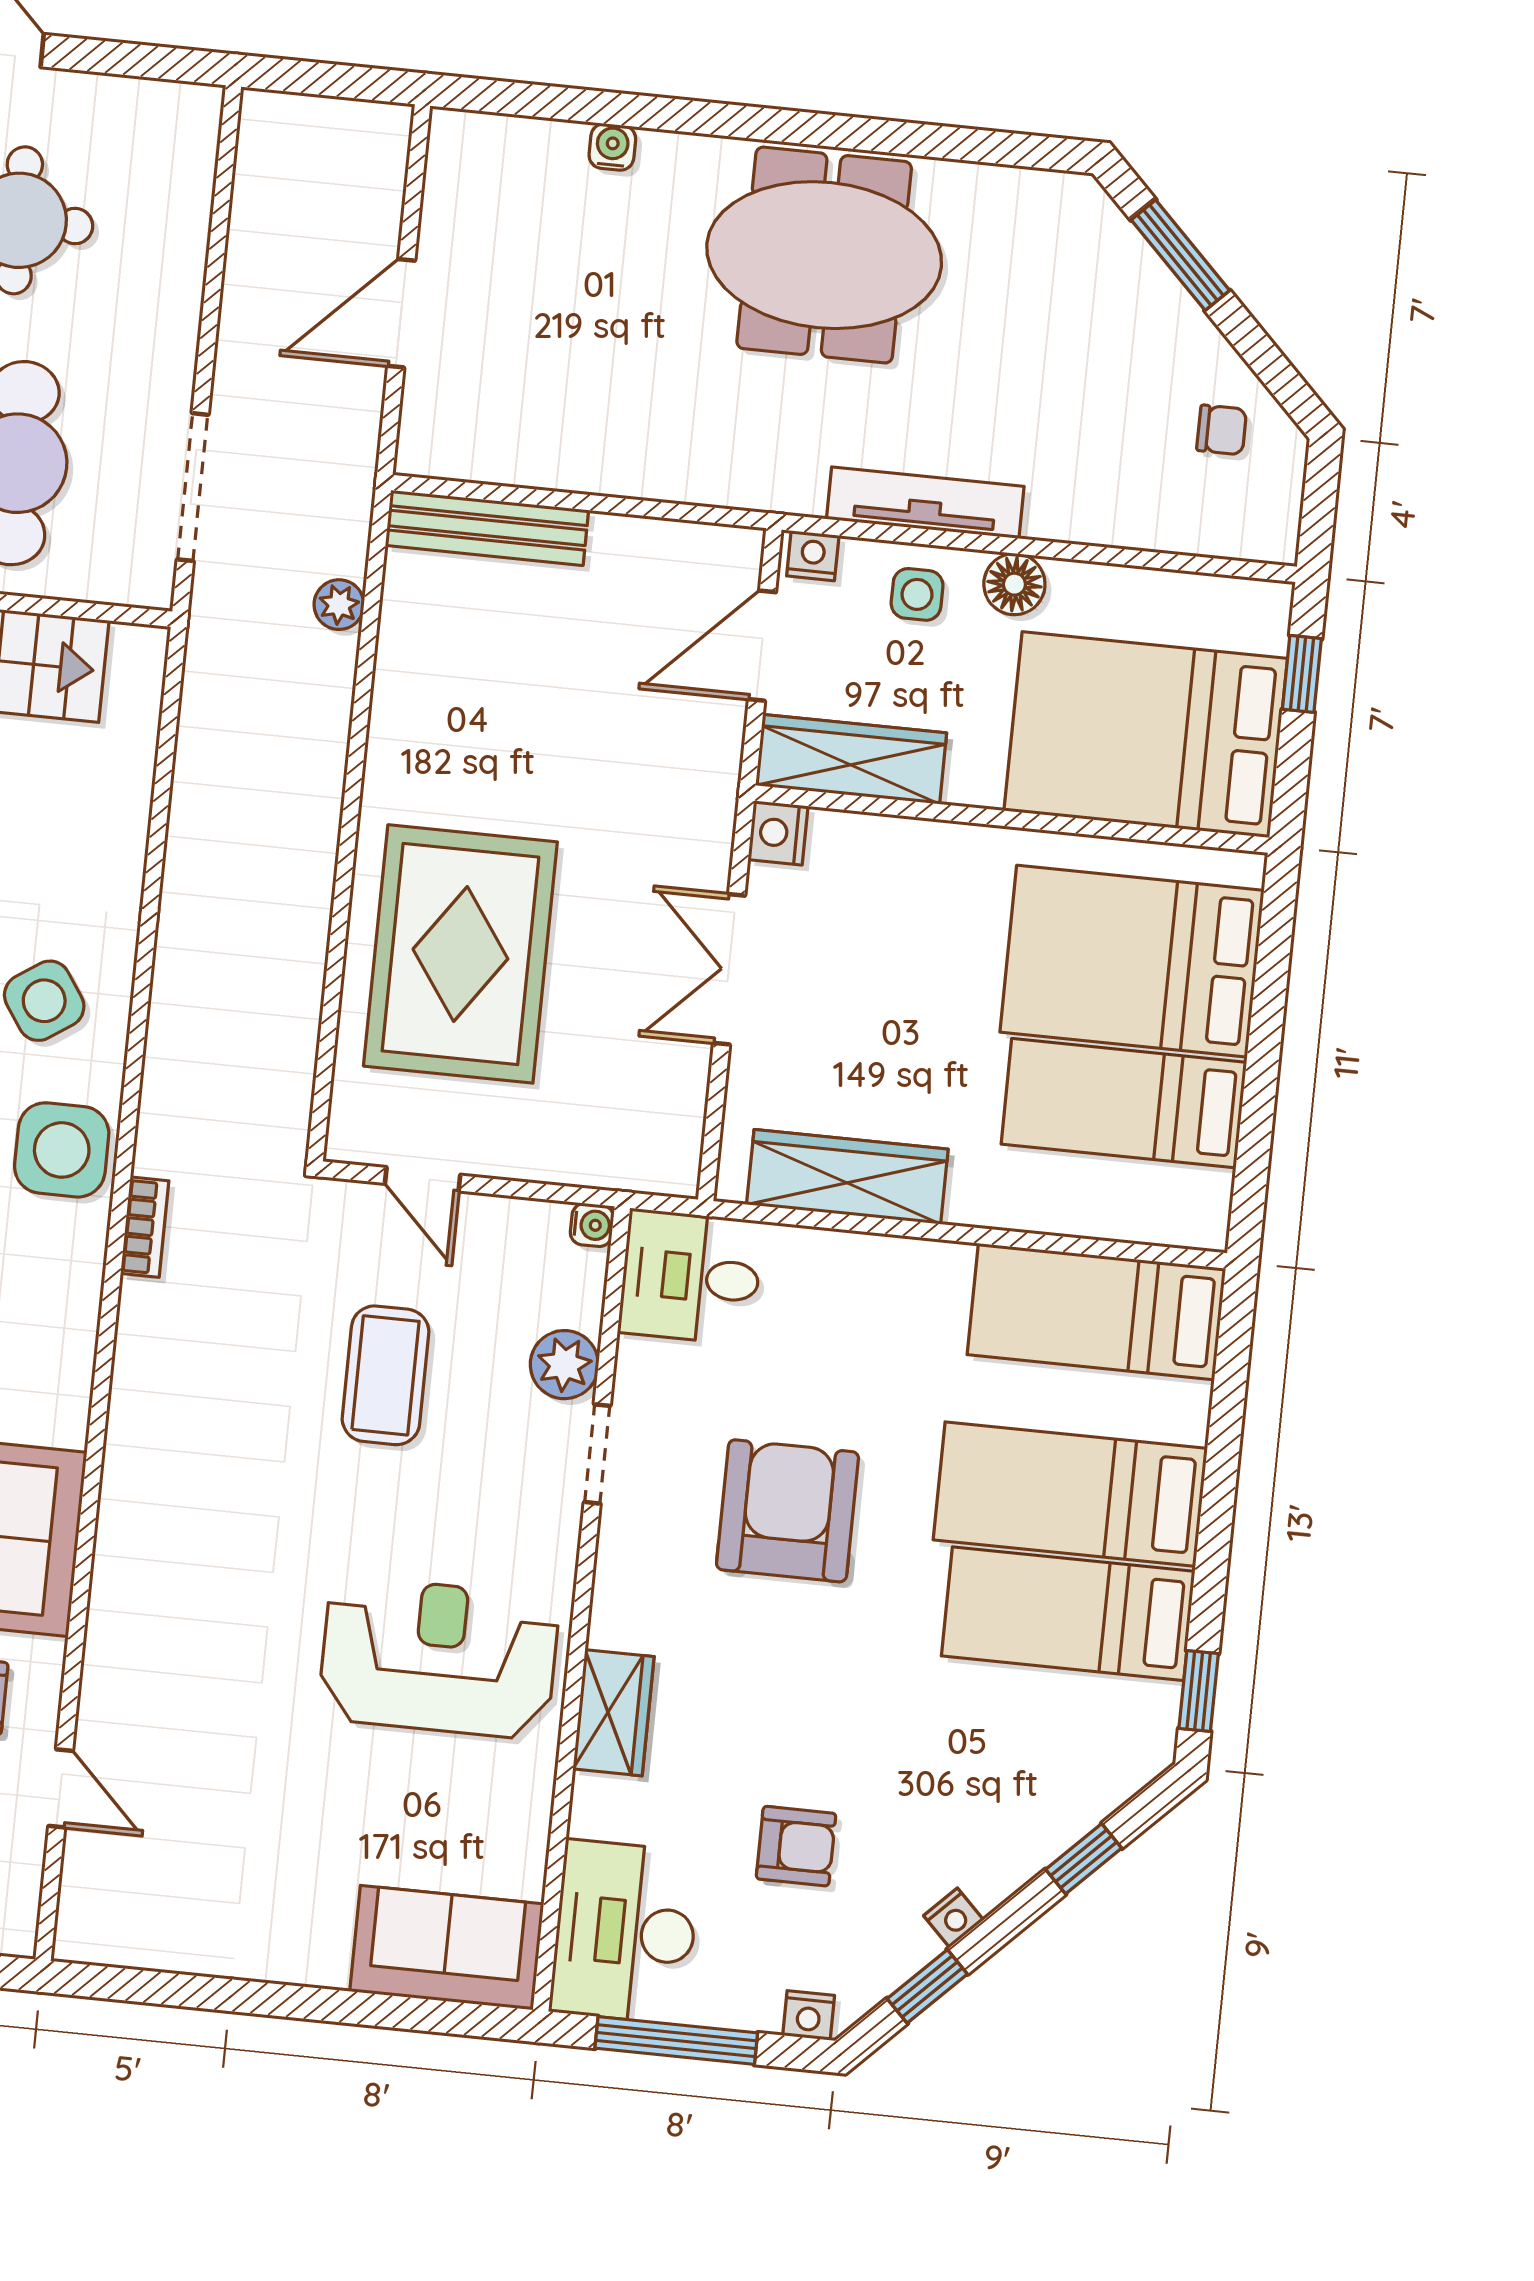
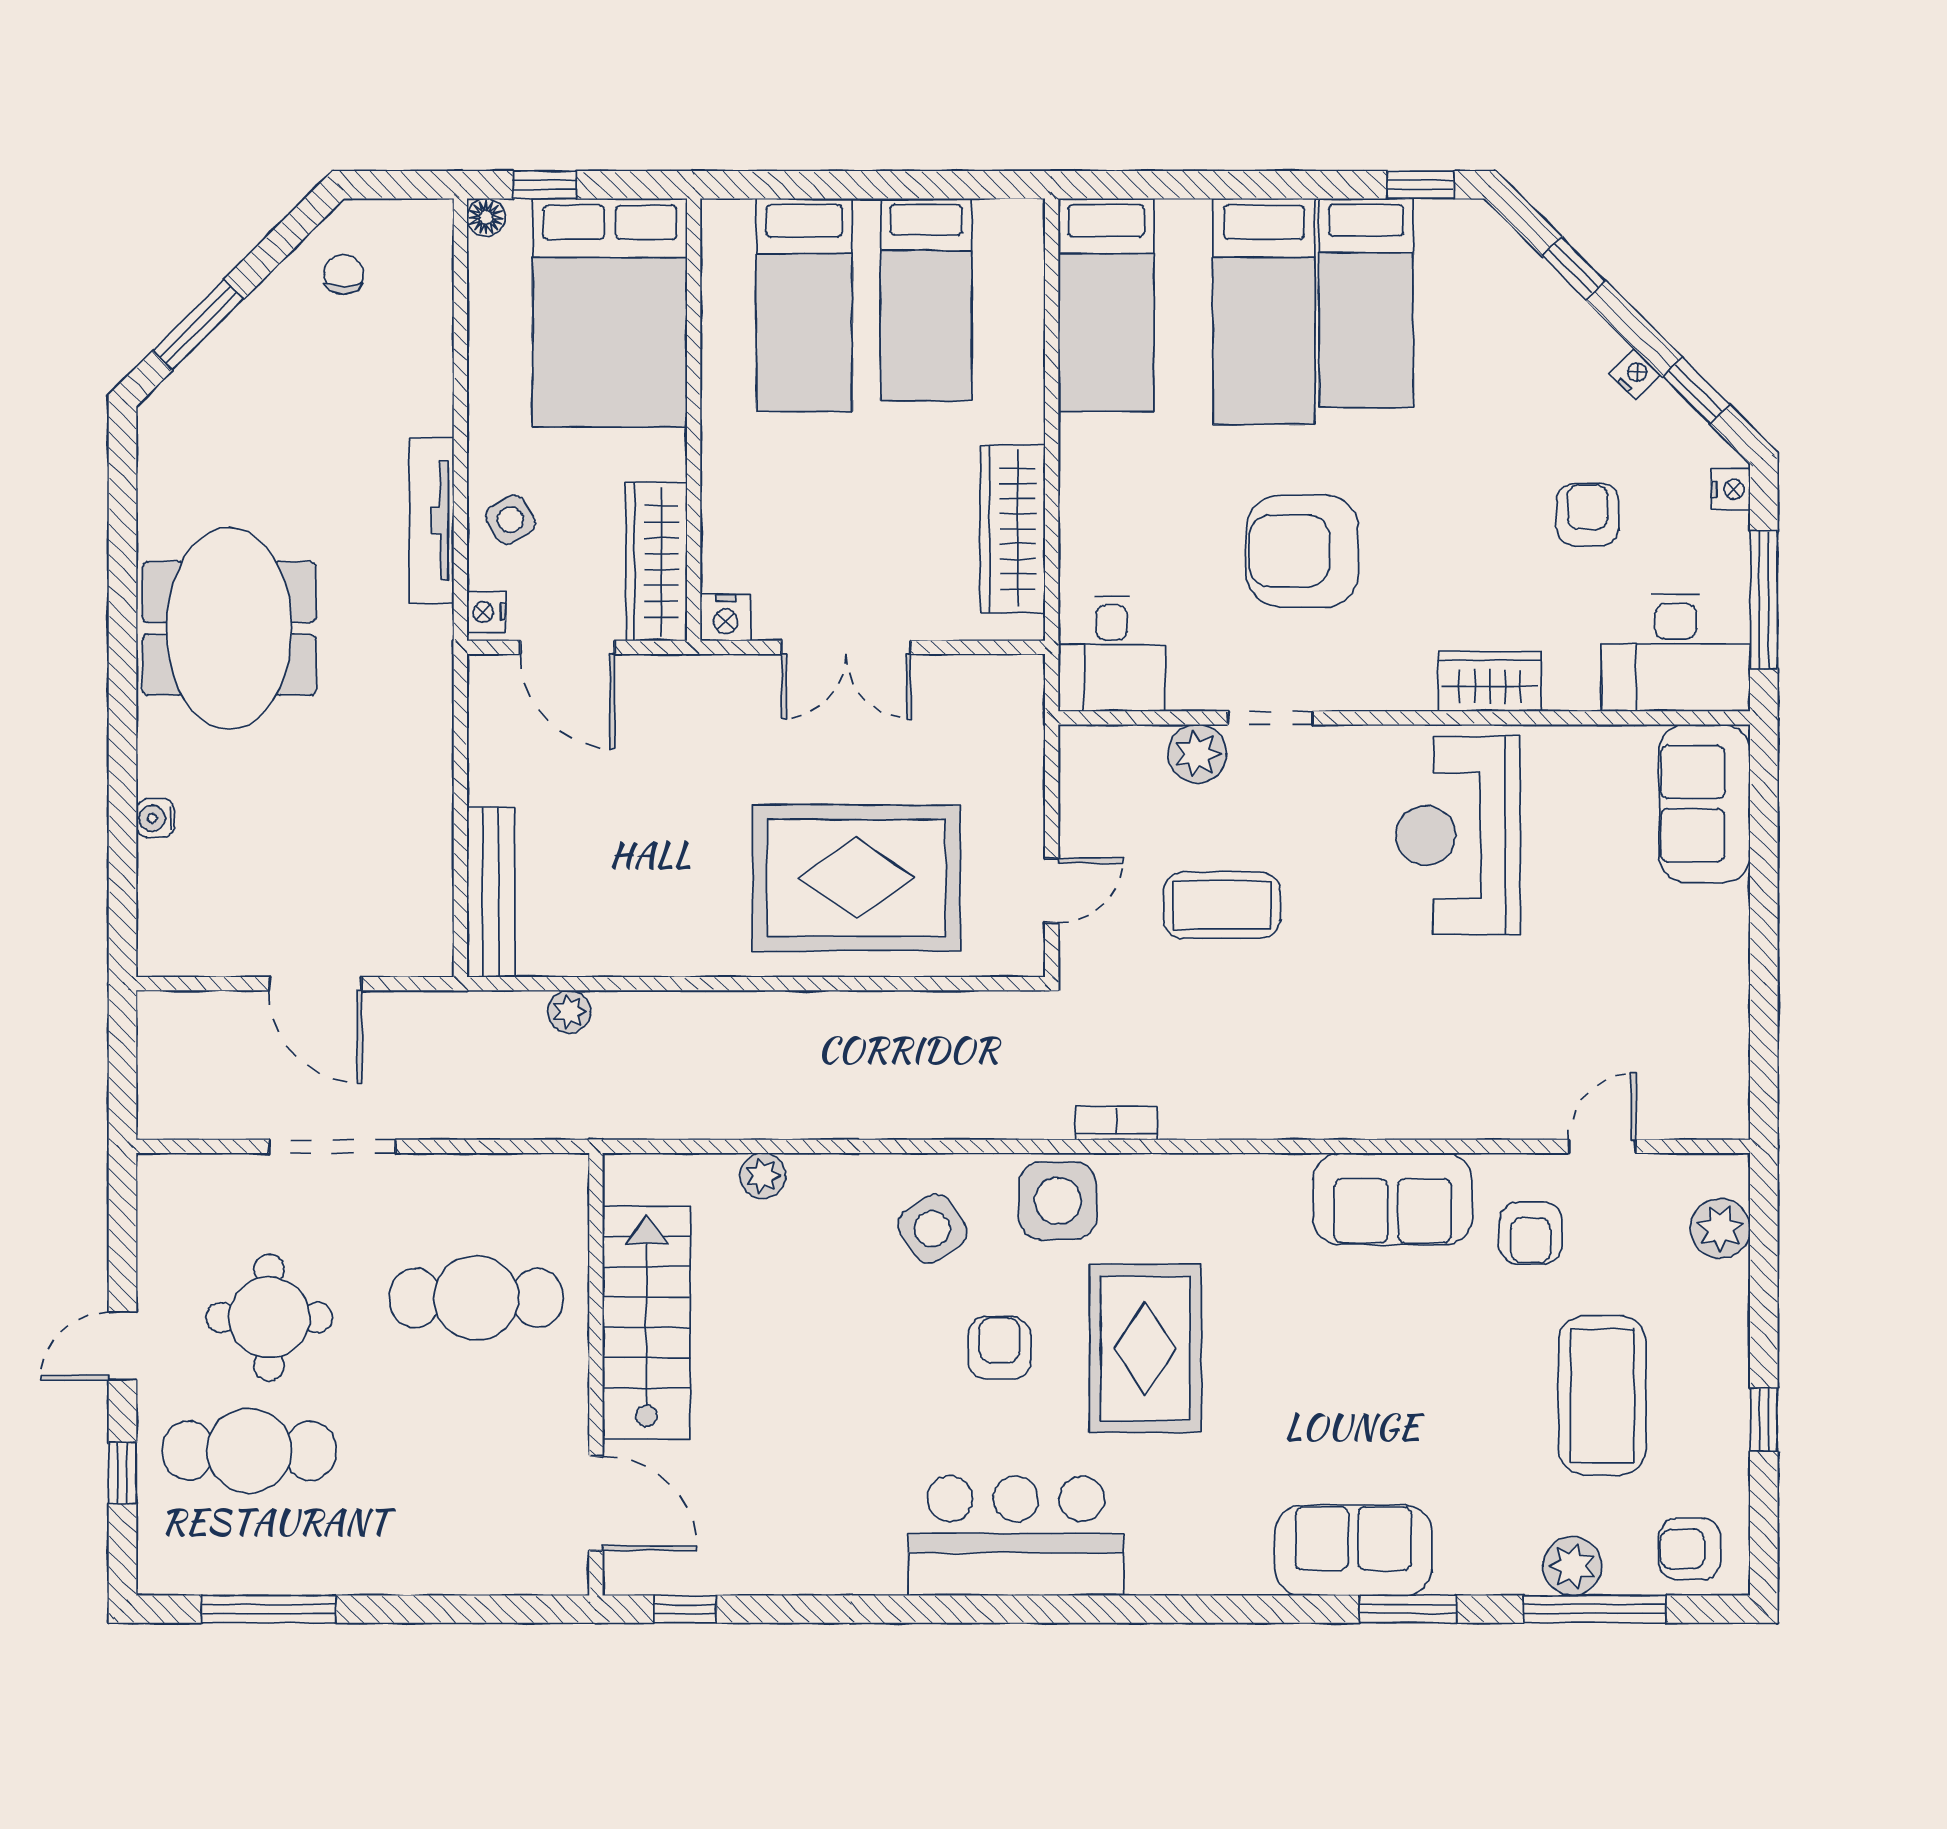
doorway: (193, 487) -> (332, 1146), moved
floor lamp: (1014, 584) -> (486, 217), moved, width x0.73, depth x0.73
side table: (917, 594) -> (510, 520), turned -31
plant: (126, 810) -> (763, 1176), added
bed: (1132, 961) -> (804, 305), width x0.67
water cooler: (592, 1225) -> (1076, 742), removed

